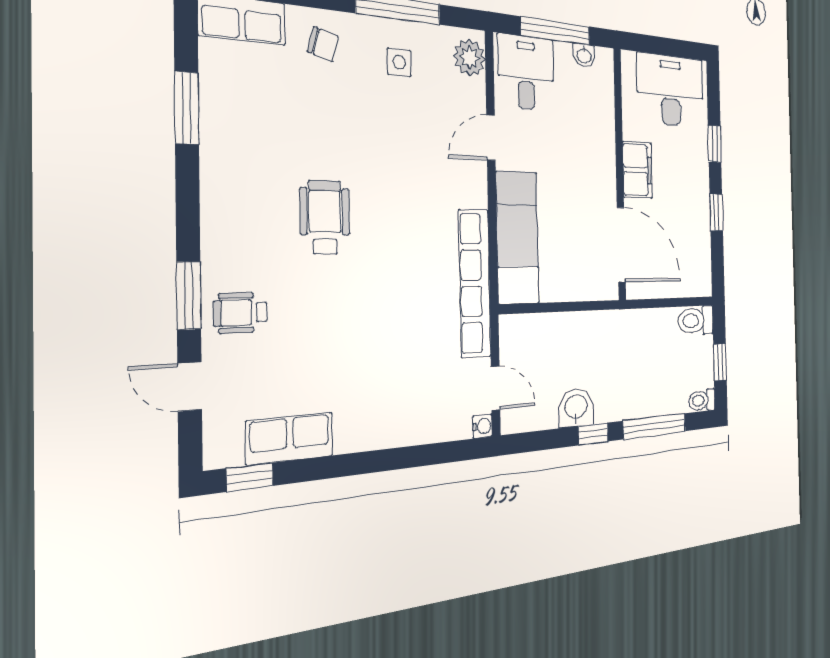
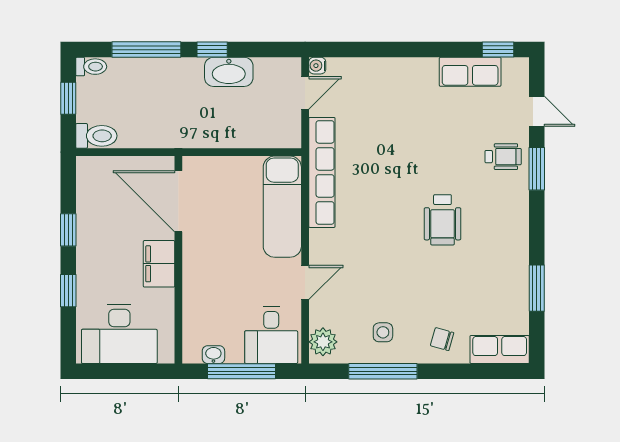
door: (496, 388) -> (305, 93), swing flipped
washbasin: (576, 408) -> (229, 72), width x1.38

